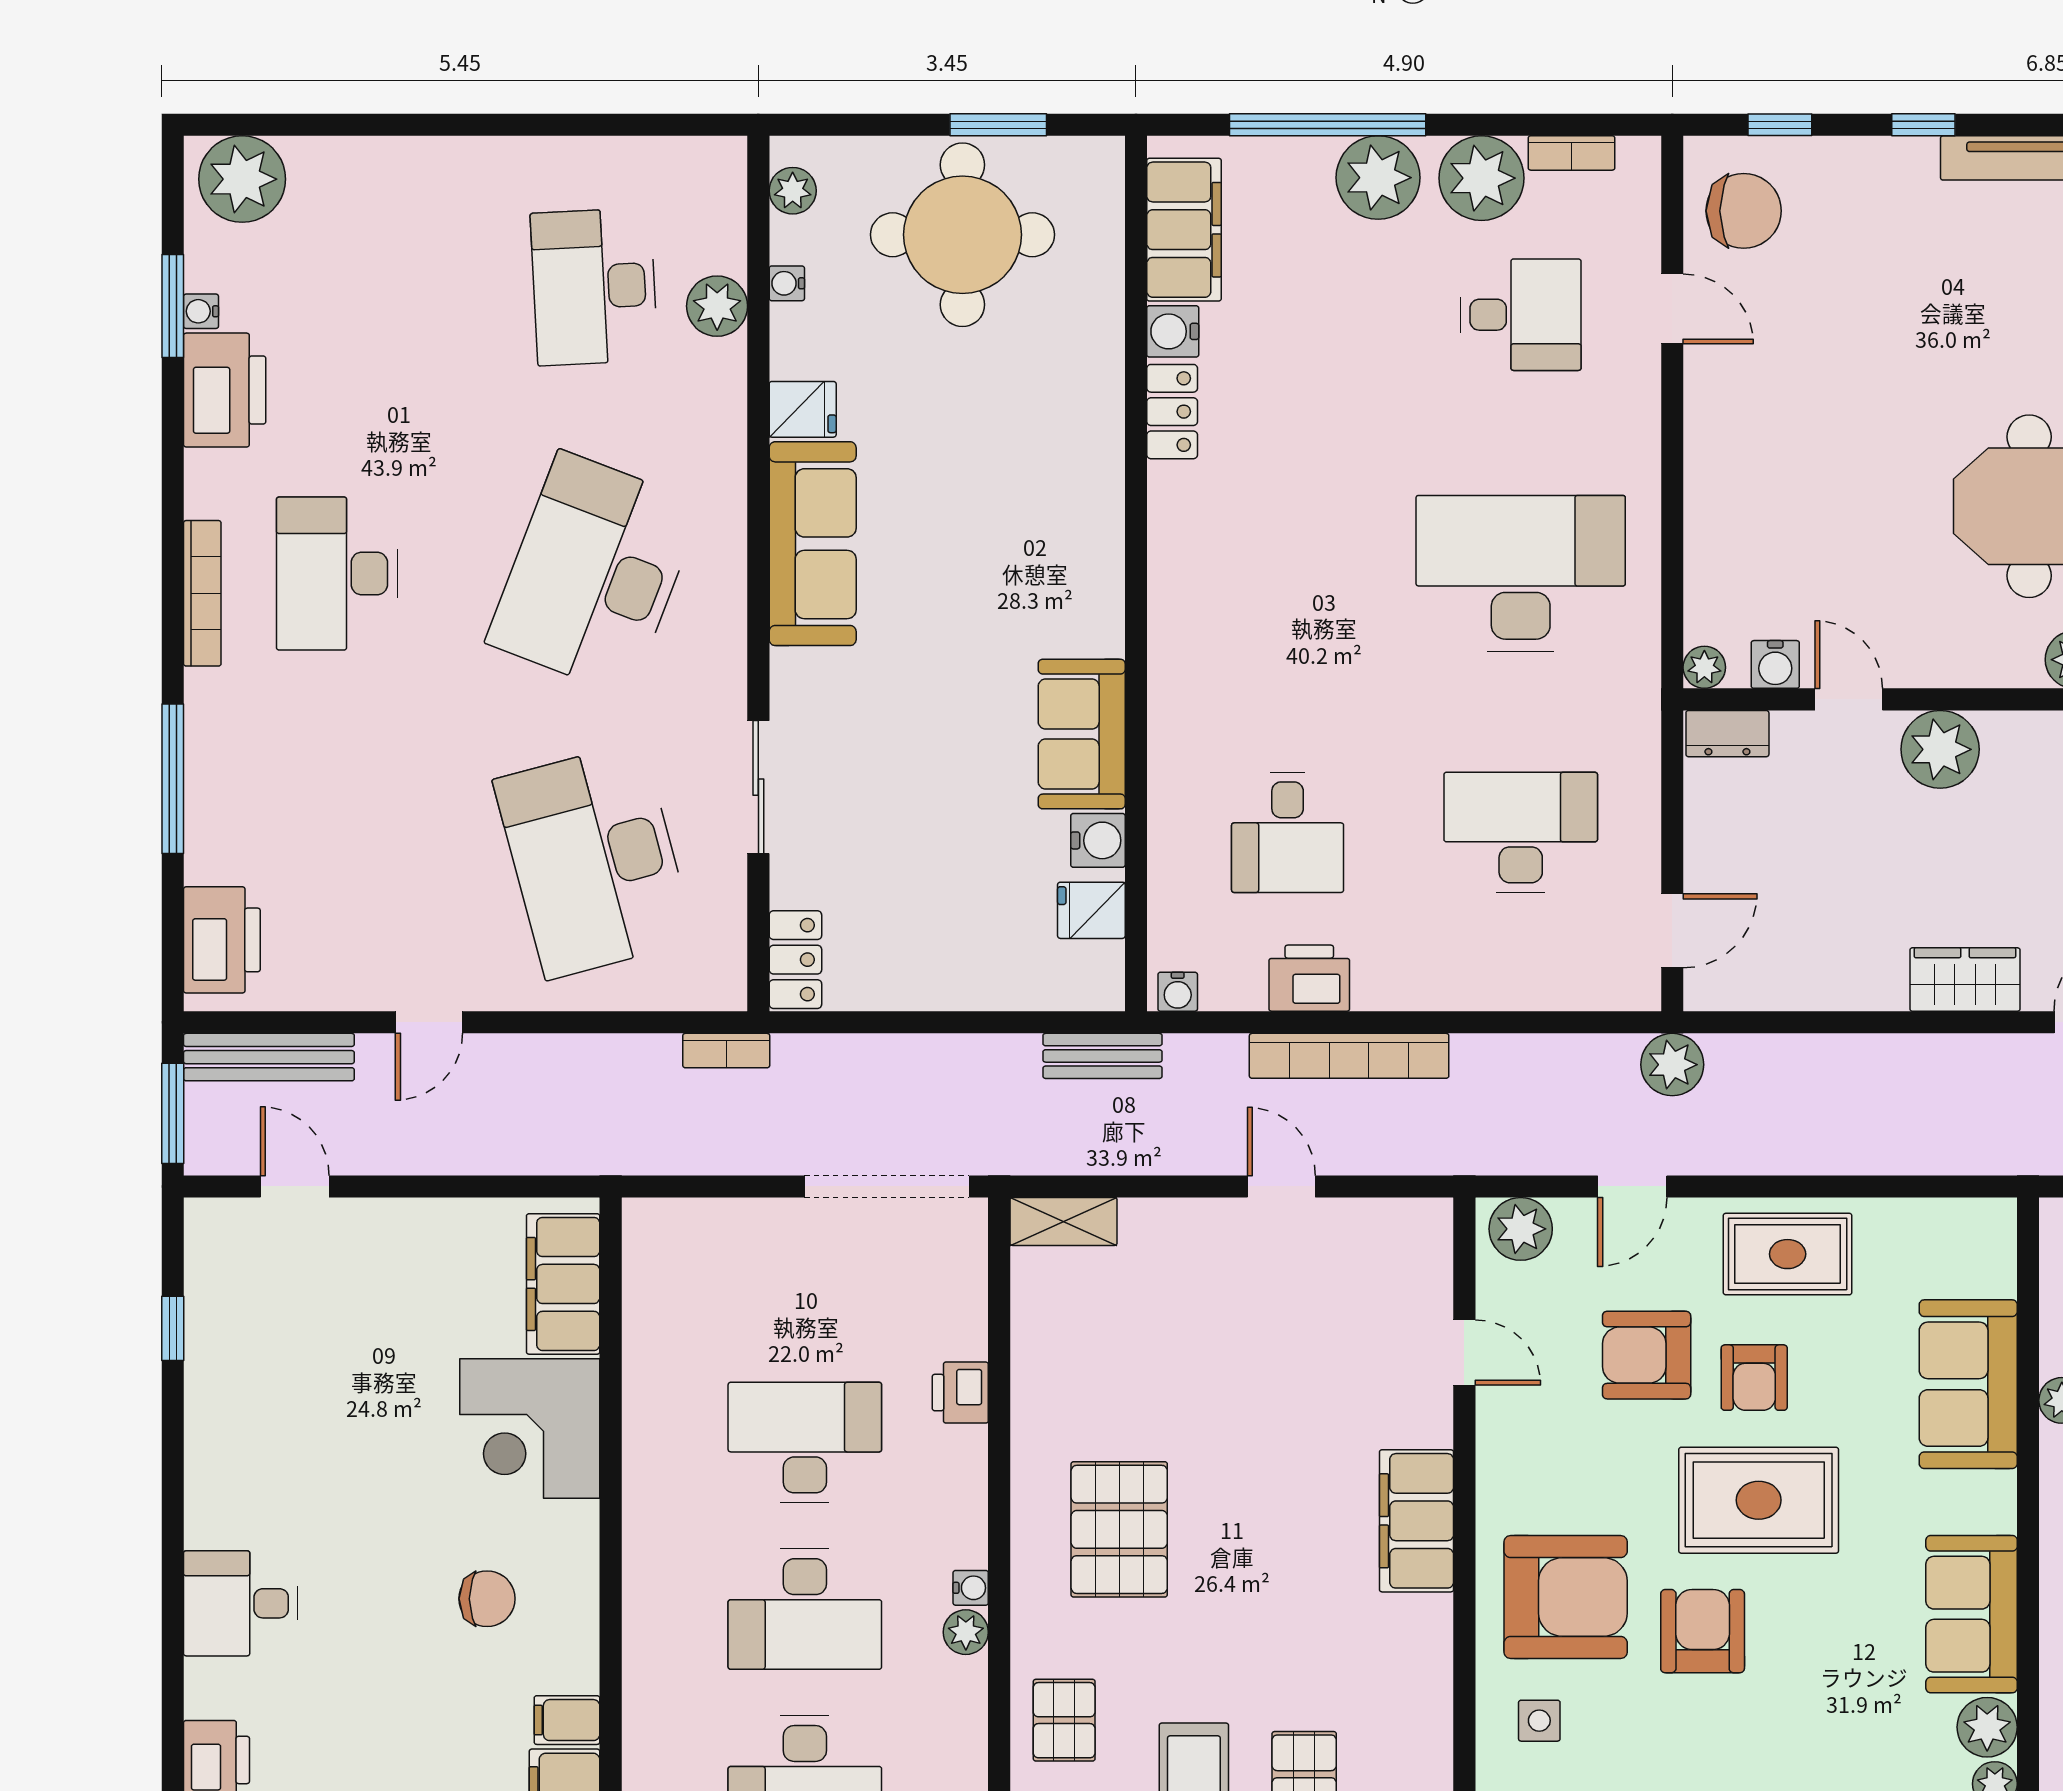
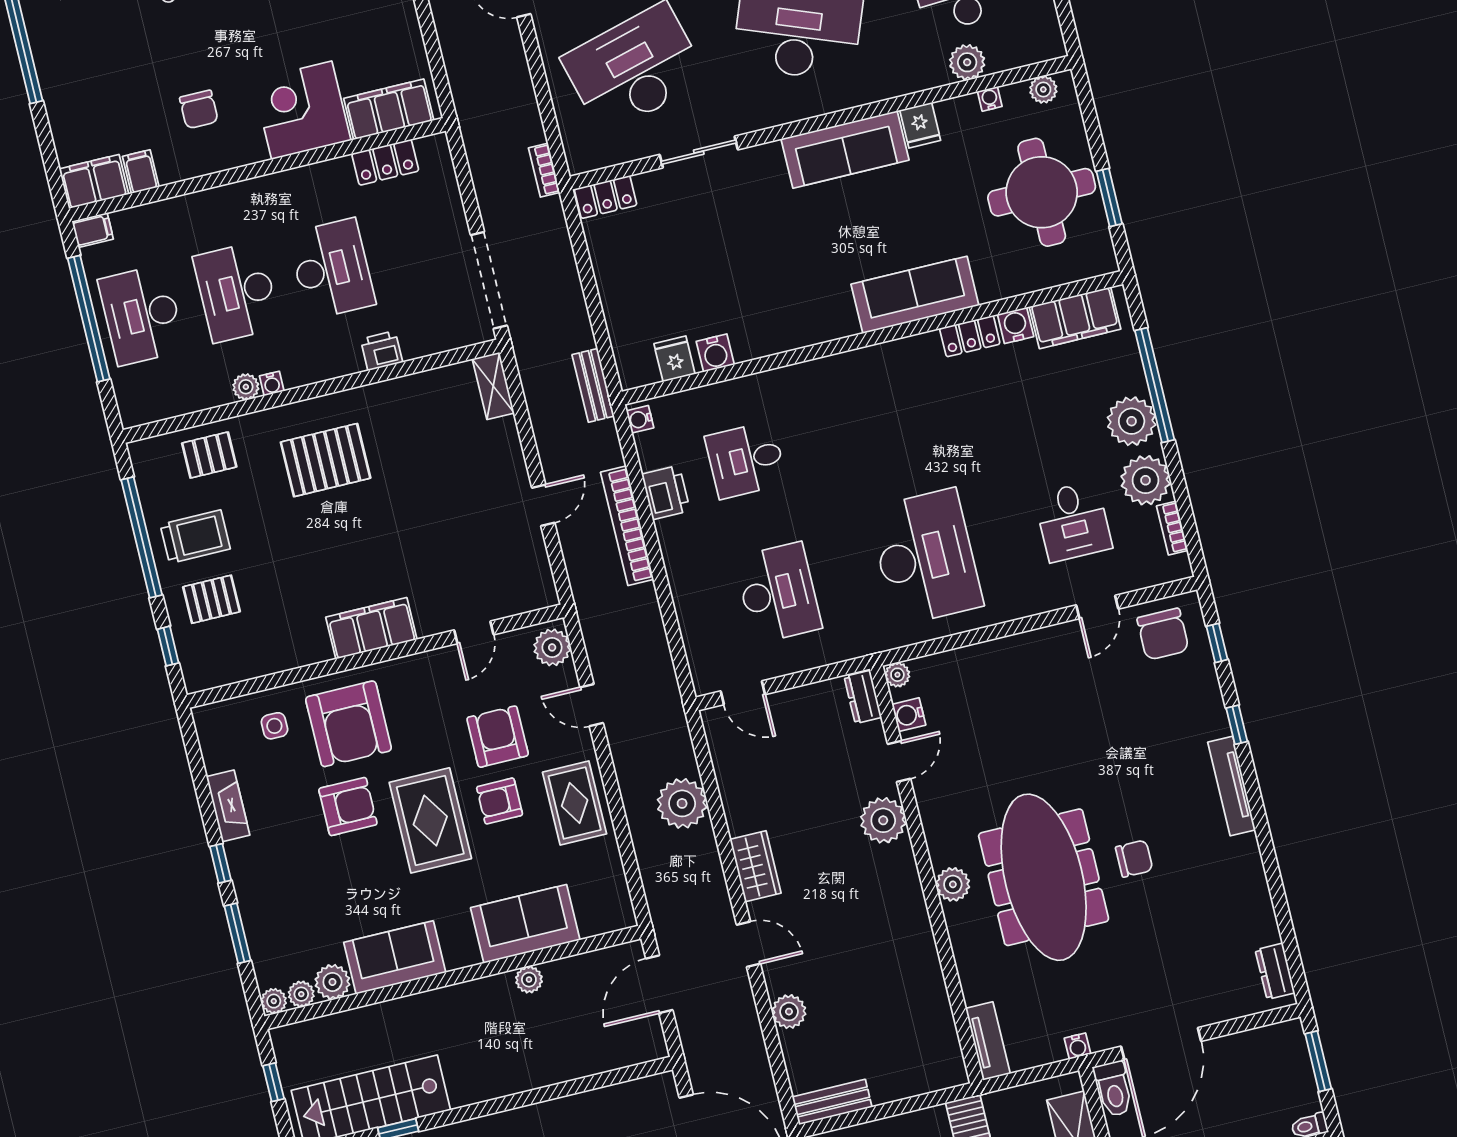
sofa: (1082, 734) -> (915, 295), moved, width x1.36
plant: (1672, 1065) -> (682, 803), moved, width x1.36, depth x1.36
locker: (649, 1311) -> (385, 162), added

